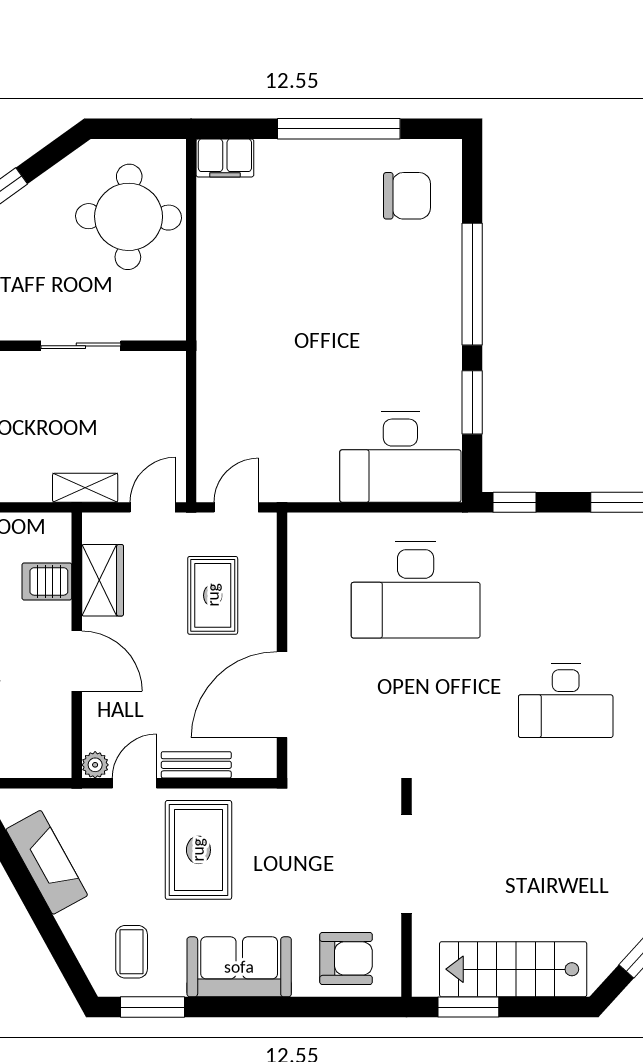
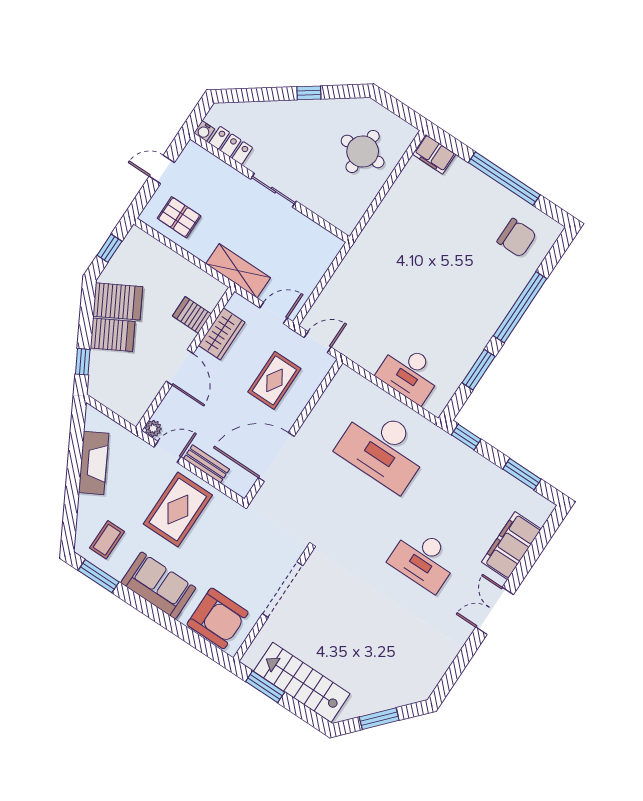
round table: (129, 217) -> (363, 151), width x0.73, depth x0.73
sliding door: (81, 346) -> (273, 190), moved
desk: (400, 457) -> (410, 373), width x0.73, depth x0.77
shelving: (85, 488) -> (238, 271), width x1.50, depth x1.33
armchair: (346, 958) -> (218, 618), width x1.36, depth x1.36

